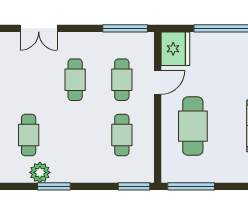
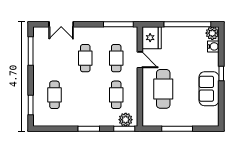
door: (158, 82) -> (140, 60), hinge flipped
plant: (40, 172) -> (126, 120), moved
window: (54, 186) -> (89, 129), moved
window: (191, 186) -> (177, 129), moved

